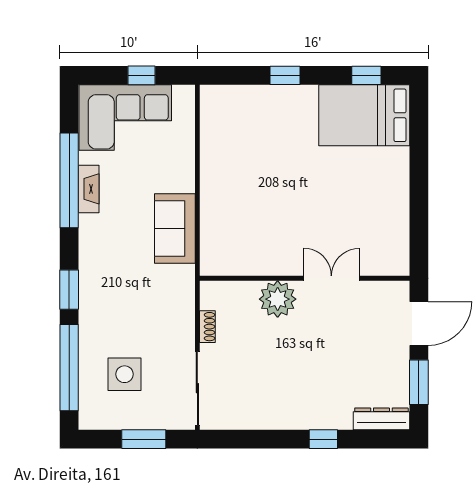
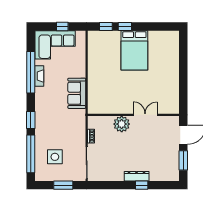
window: (366, 75) -> (106, 26), moved
bed: (364, 115) -> (134, 50), moved, turned -90
dresser: (381, 419) -> (137, 176), moved

